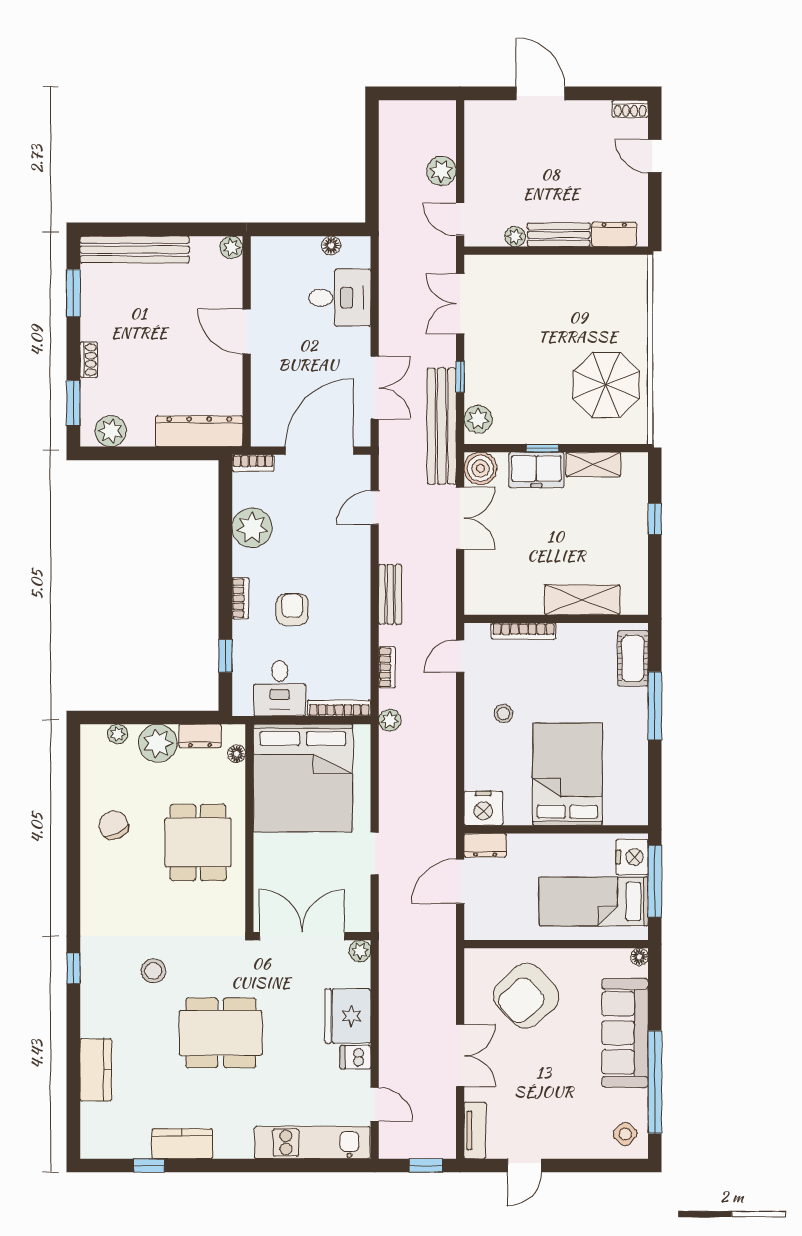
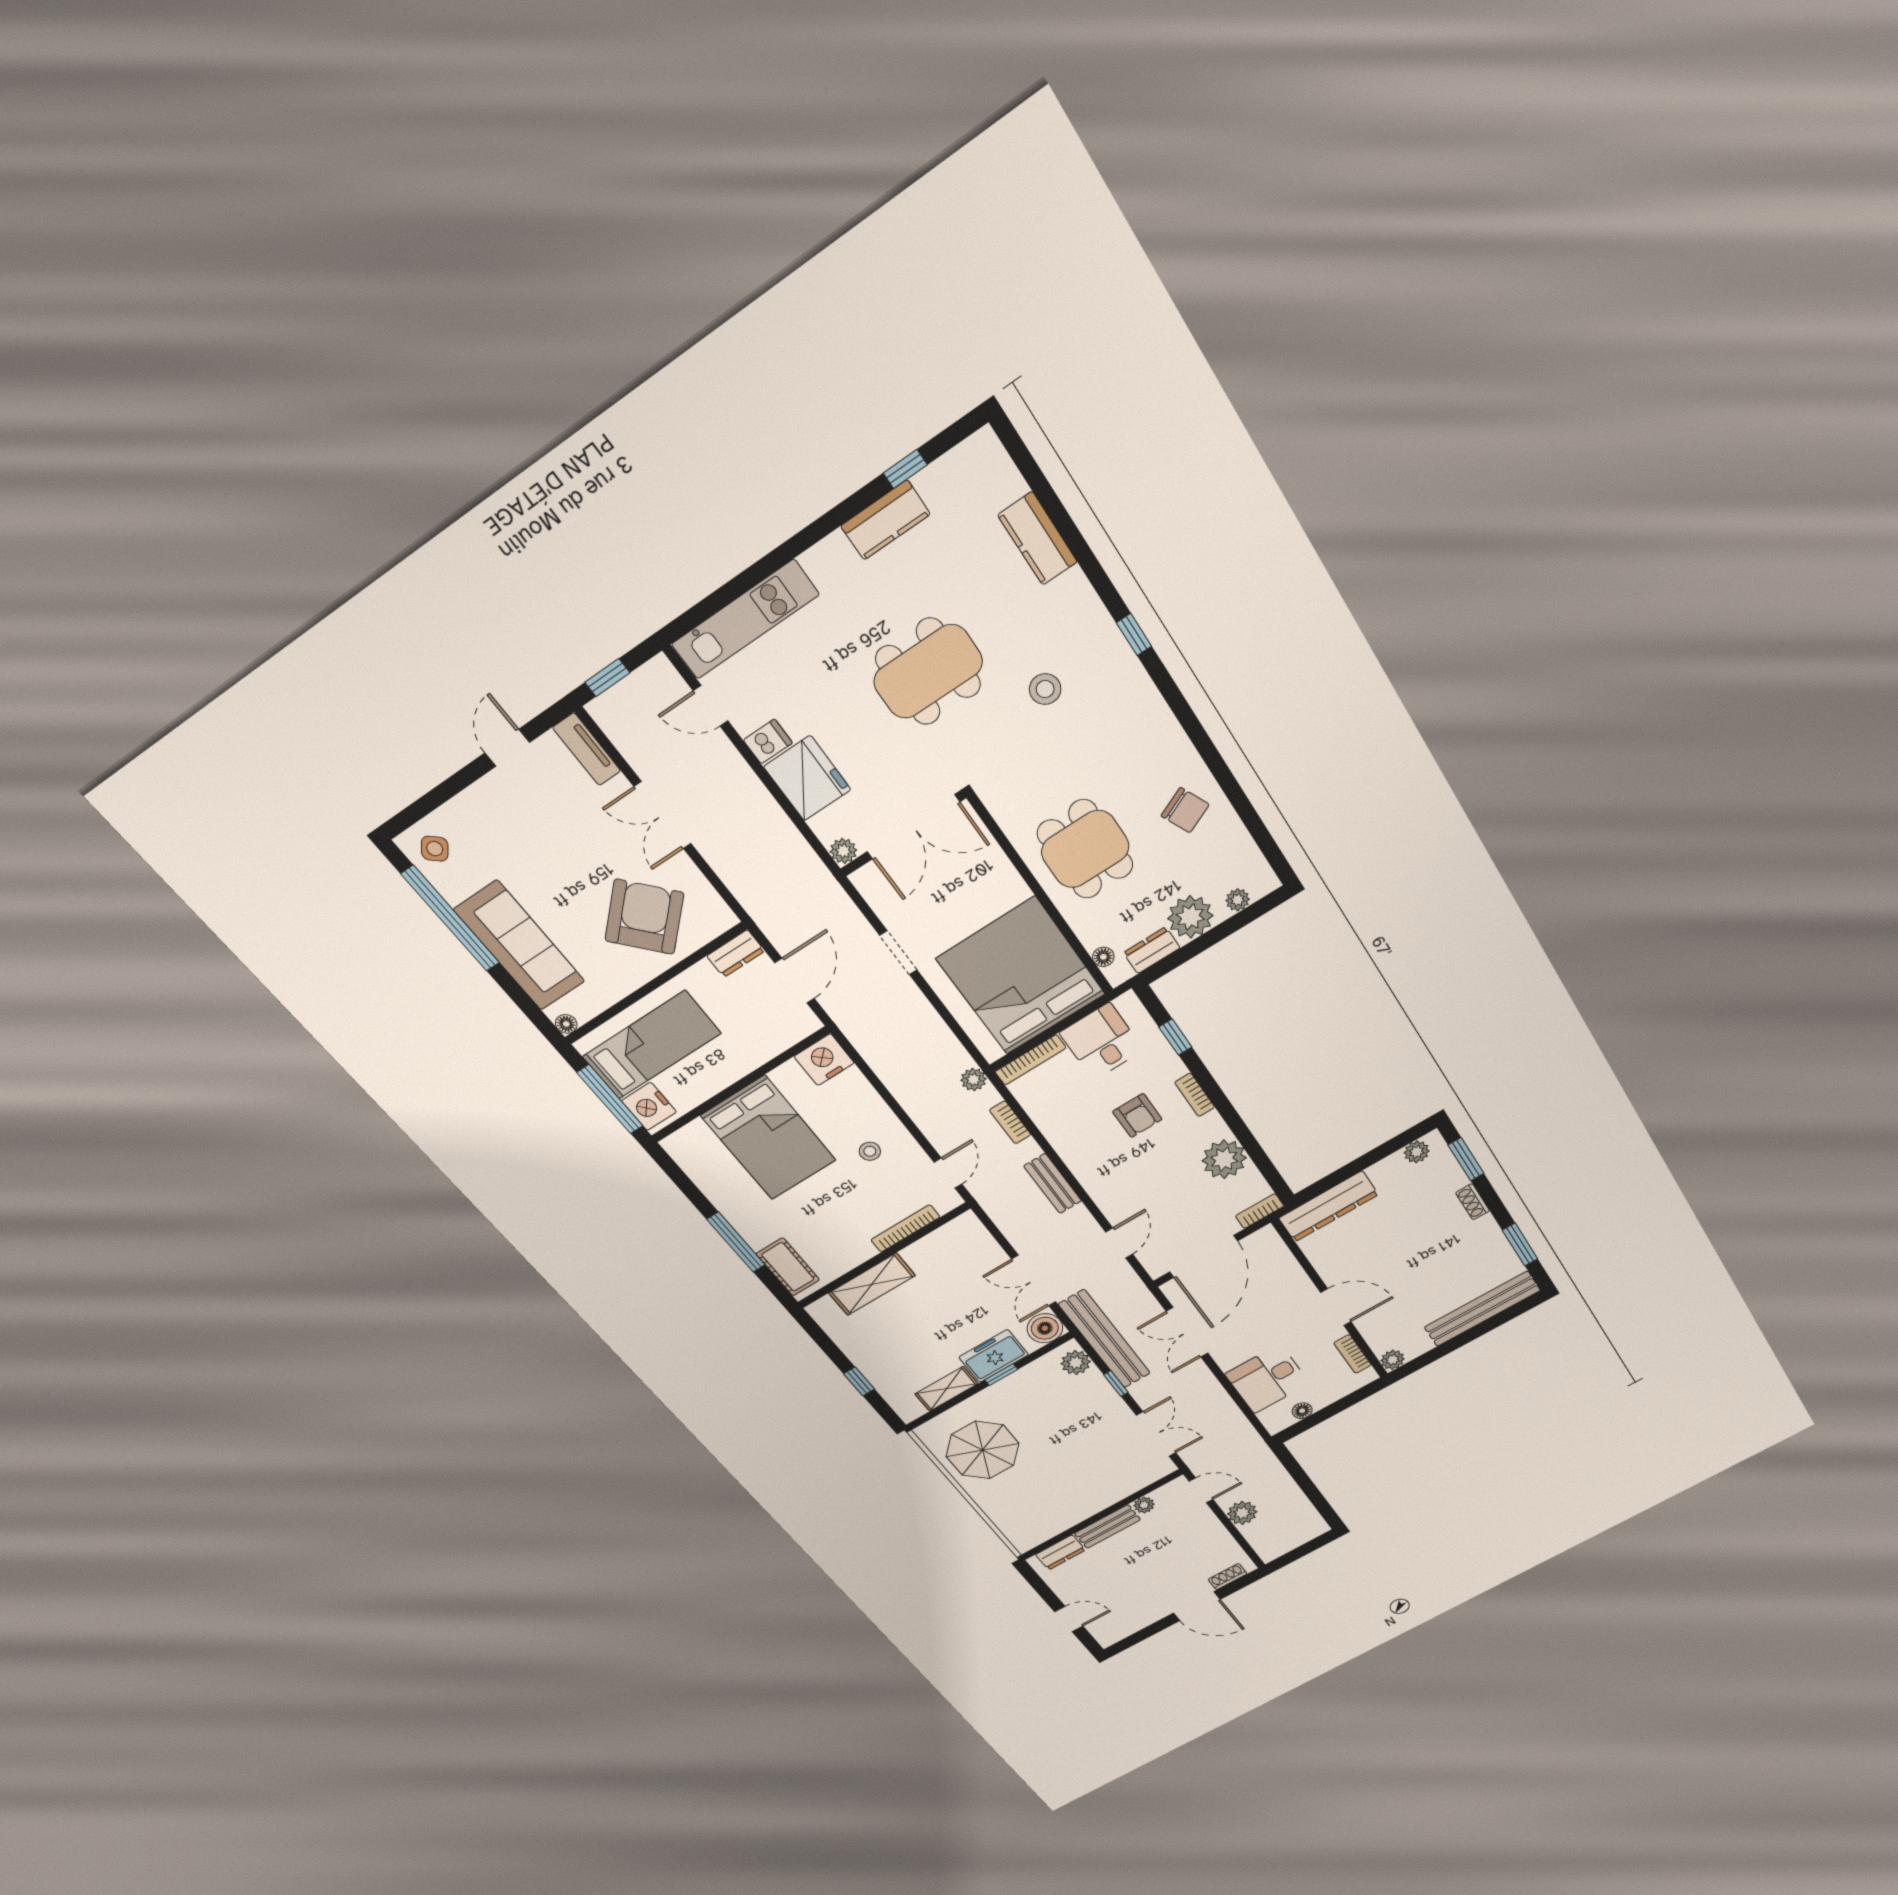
shoe rack: (630, 109) -> (1228, 1577), moved
bookcase: (259, 276) -> (1352, 1354), added
plant: (111, 431) -> (1417, 1152), width x0.73, depth x0.73
dresser: (485, 845) -> (736, 953), moved, turned 180

